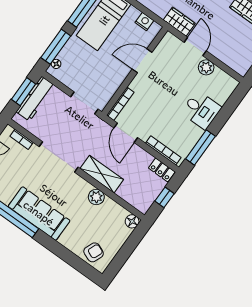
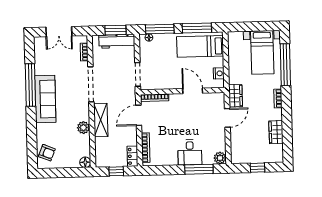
plant: (206, 67) -> (220, 158), moved
window: (200, 147) -> (199, 169), moved

